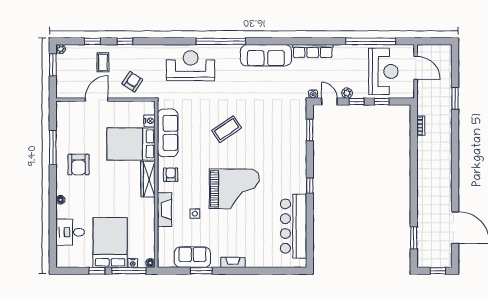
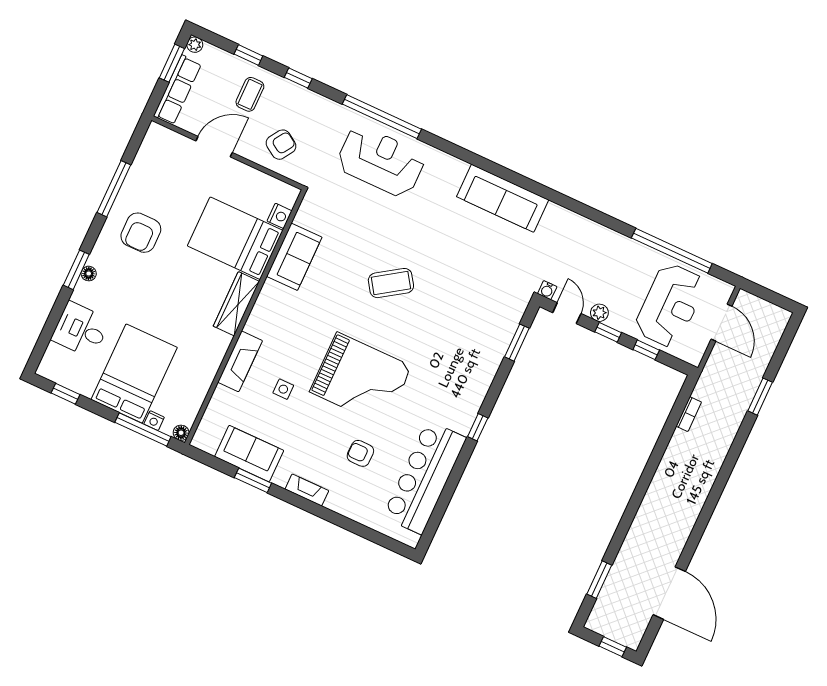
window: (221, 41) -> (382, 117), moved
row of seats: (313, 51) -> (177, 90), moved, turned -90
sofa: (168, 133) -> (294, 257), width x0.73
armchair: (171, 175) -> (360, 453), moved, turned -90
window: (53, 201) -> (76, 270), added
window: (97, 271) -> (66, 394), moved

